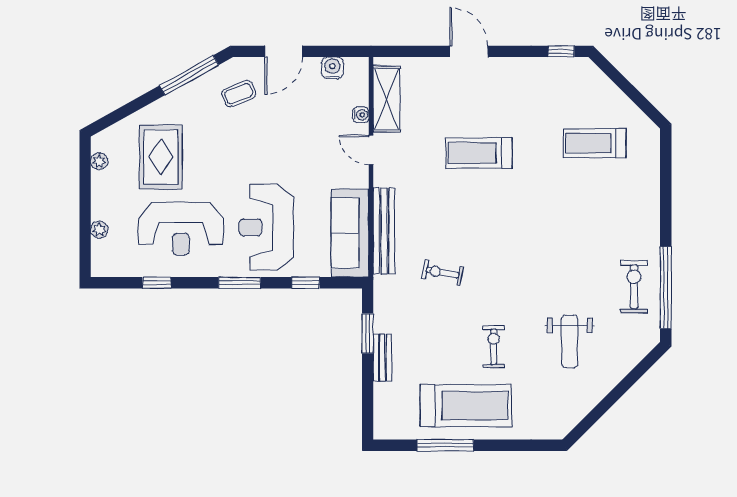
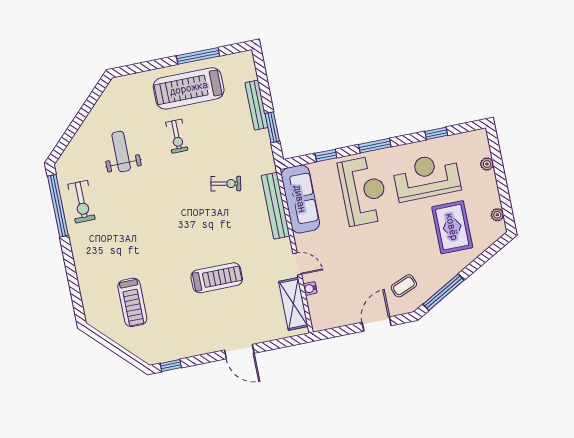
water cooler: (332, 68) -> (338, 319), removed
treadmill: (595, 143) -> (132, 302), turned 90
bench: (382, 358) -> (257, 105), width x1.36

